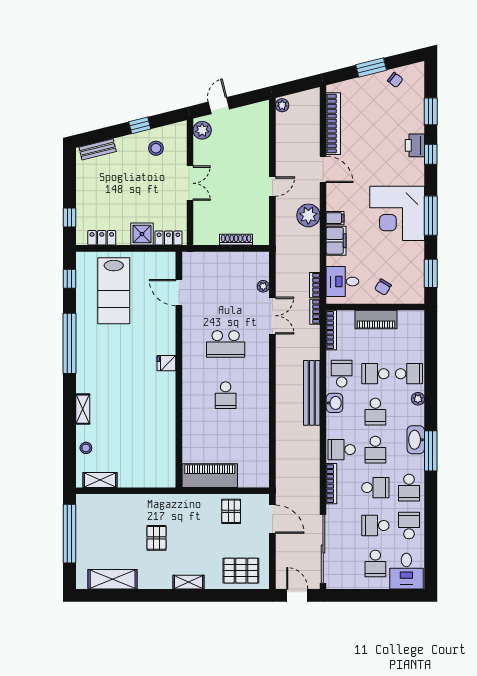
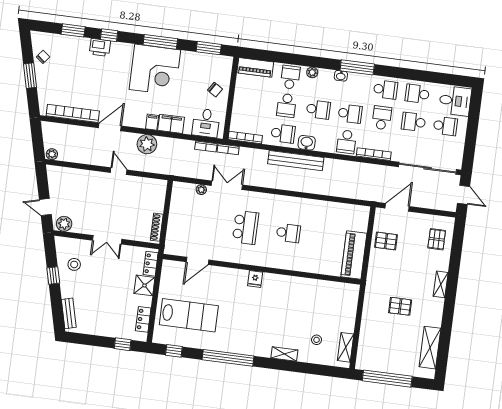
double door: (190, 183) -> (107, 240), swing flipped
shoe rack: (236, 240) -> (157, 227), moved
piano: (376, 319) -> (255, 67), moved, turned 90
school desk: (342, 374) -> (283, 134), turned 180
washbasin: (416, 440) -> (341, 76), width x0.52, depth x0.69
stool: (86, 448) -> (317, 340), moved
school desk: (375, 526) -> (414, 122), turned 90
pallet: (241, 571) -> (437, 239), width x0.67, depth x0.71
door: (297, 595) -> (464, 195), swing flipped

